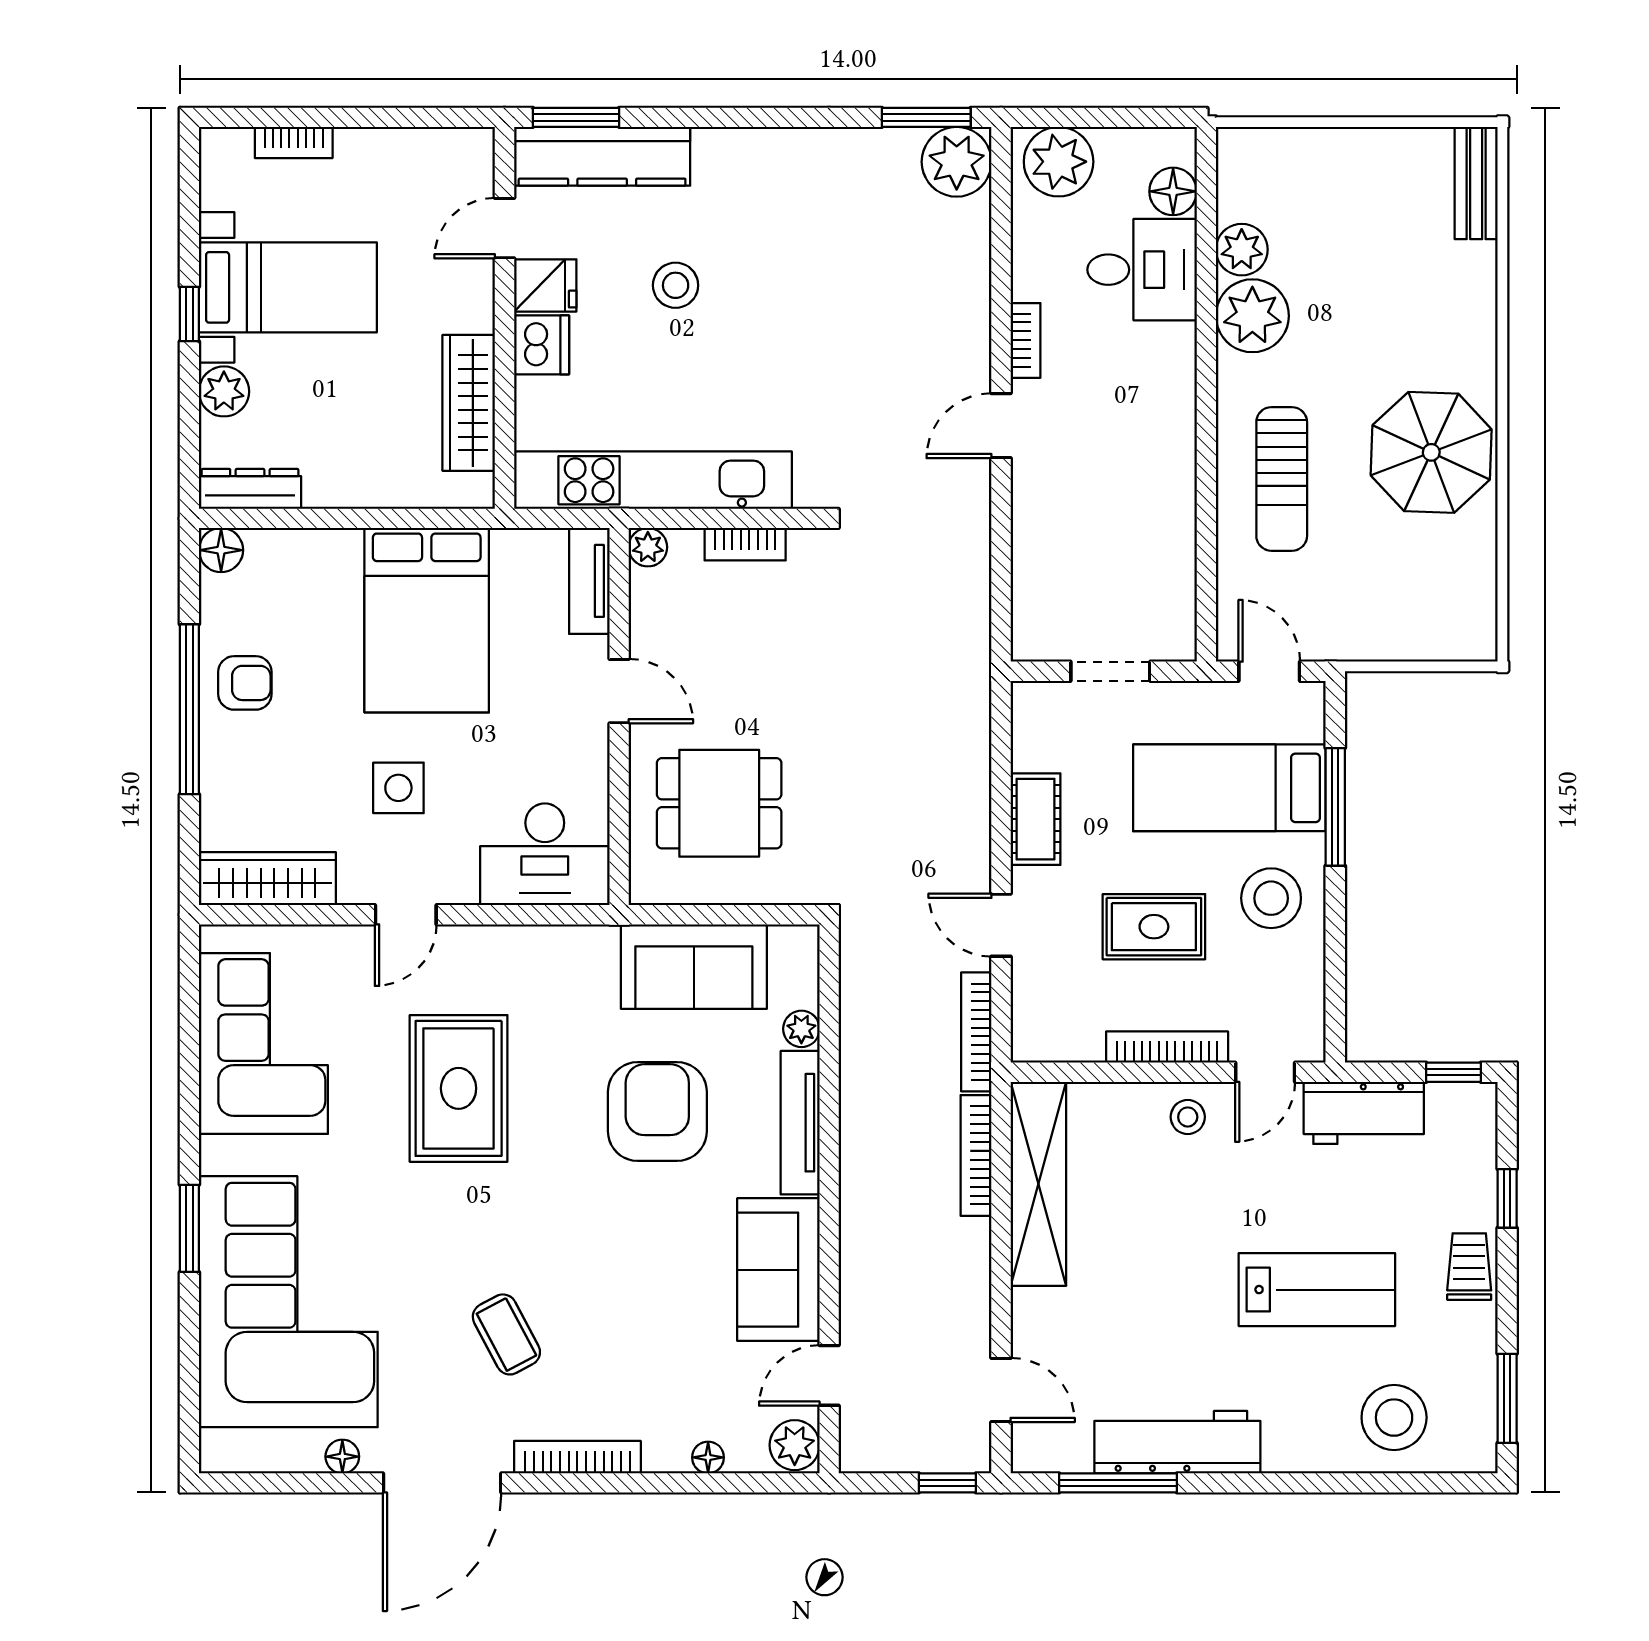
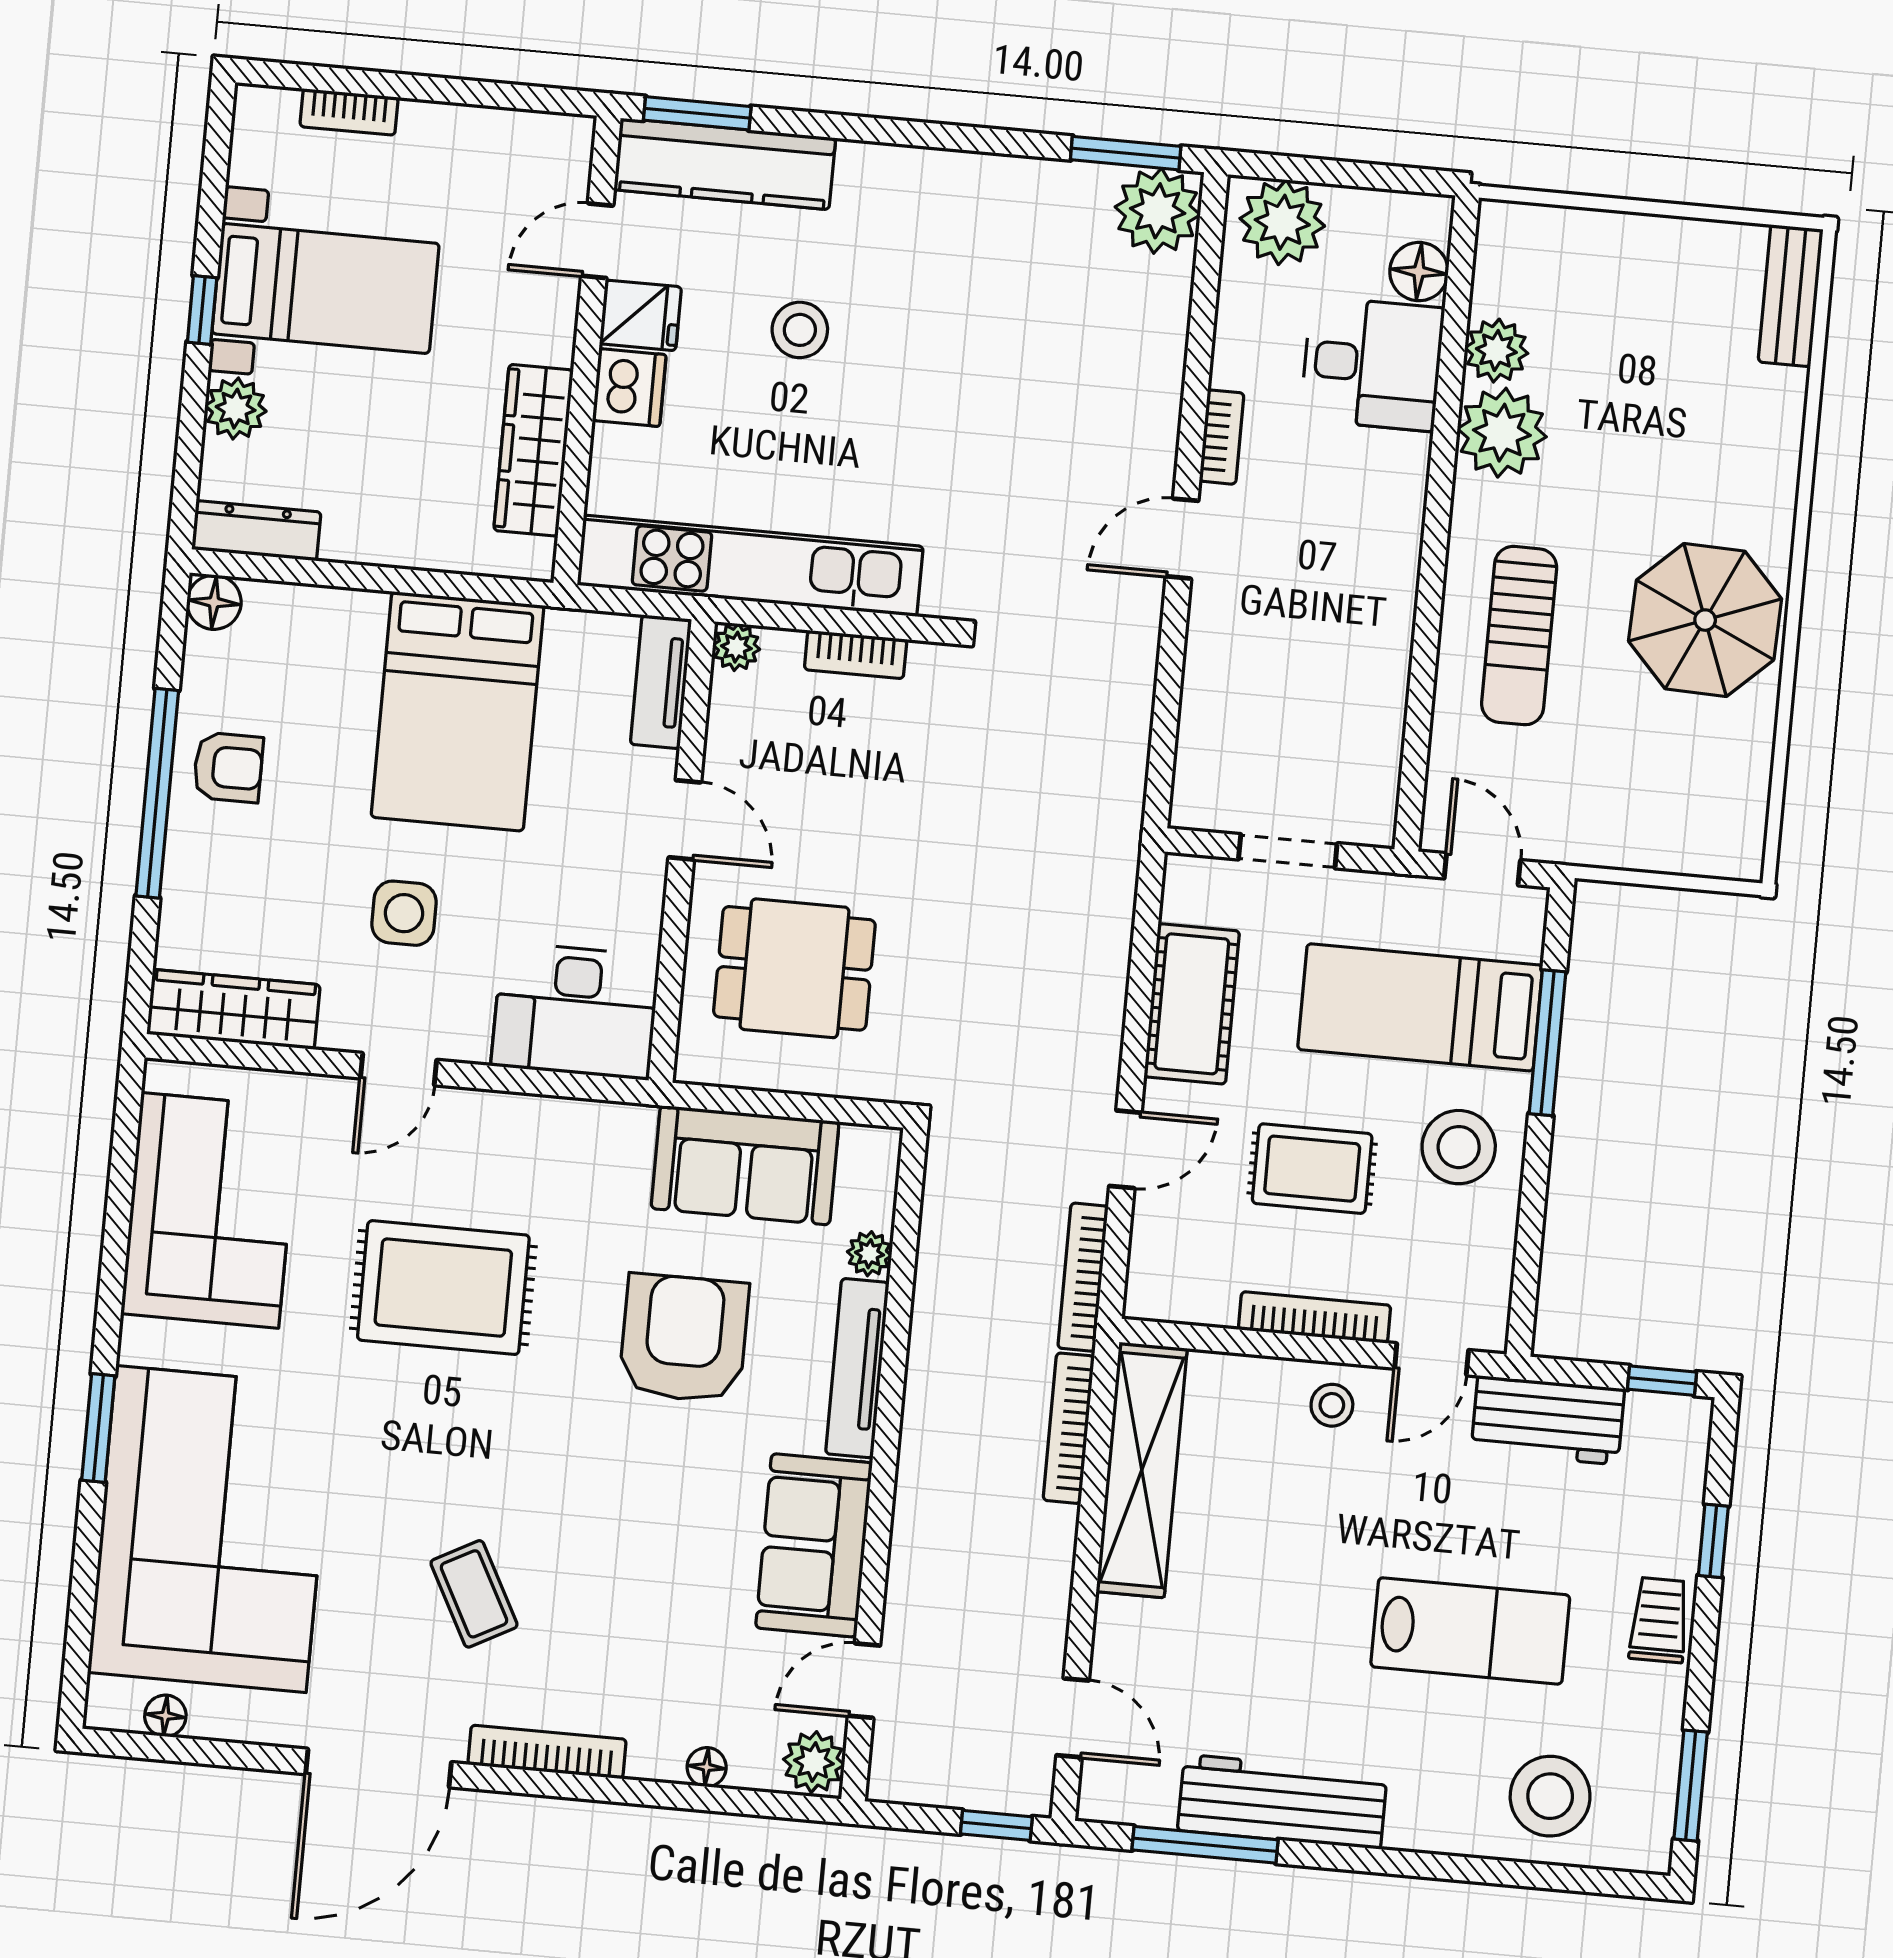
cot: (1035, 819) -> (1192, 1004), width x1.37, depth x1.34
door: (1001, 925) -> (1125, 1149), swing flipped
rug: (459, 1088) -> (443, 1288), turned 90
floor lamp: (342, 1457) -> (165, 1716), moved

